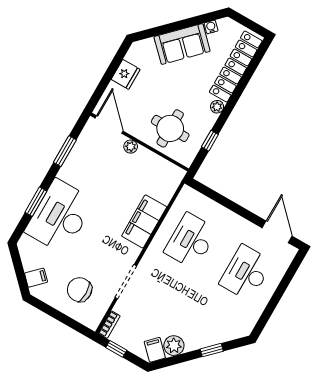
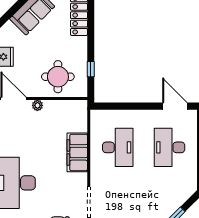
plant: (217, 107) -> (82, 43), removed
desk: (191, 241) -> (118, 147), turned 180

